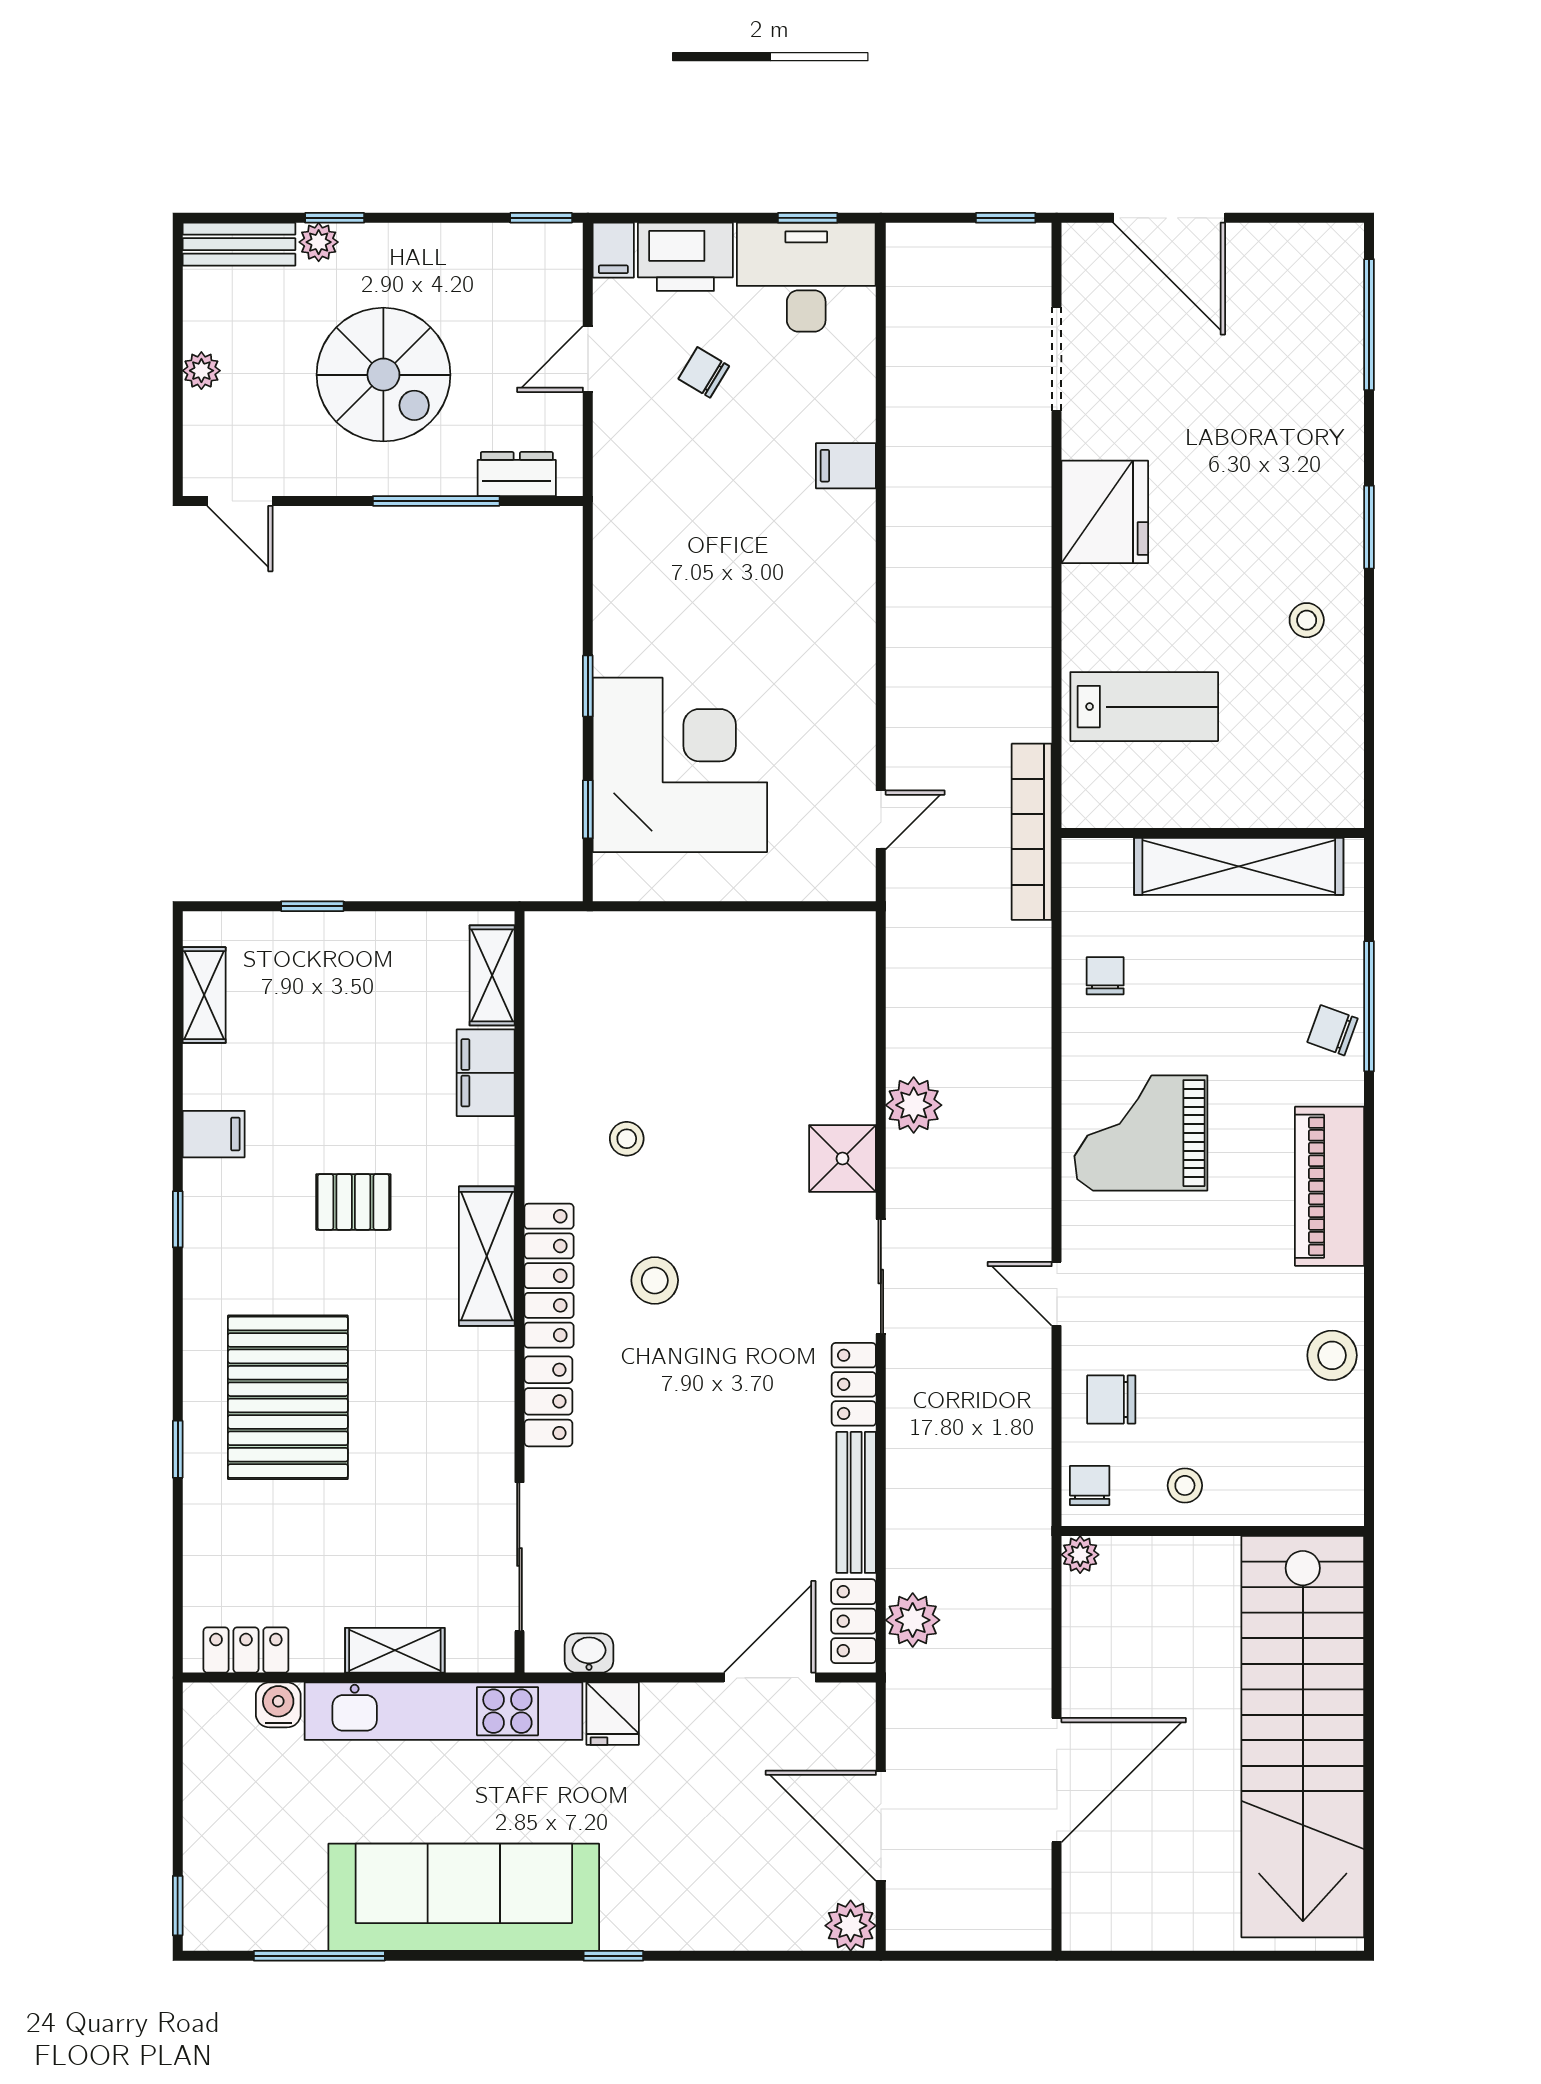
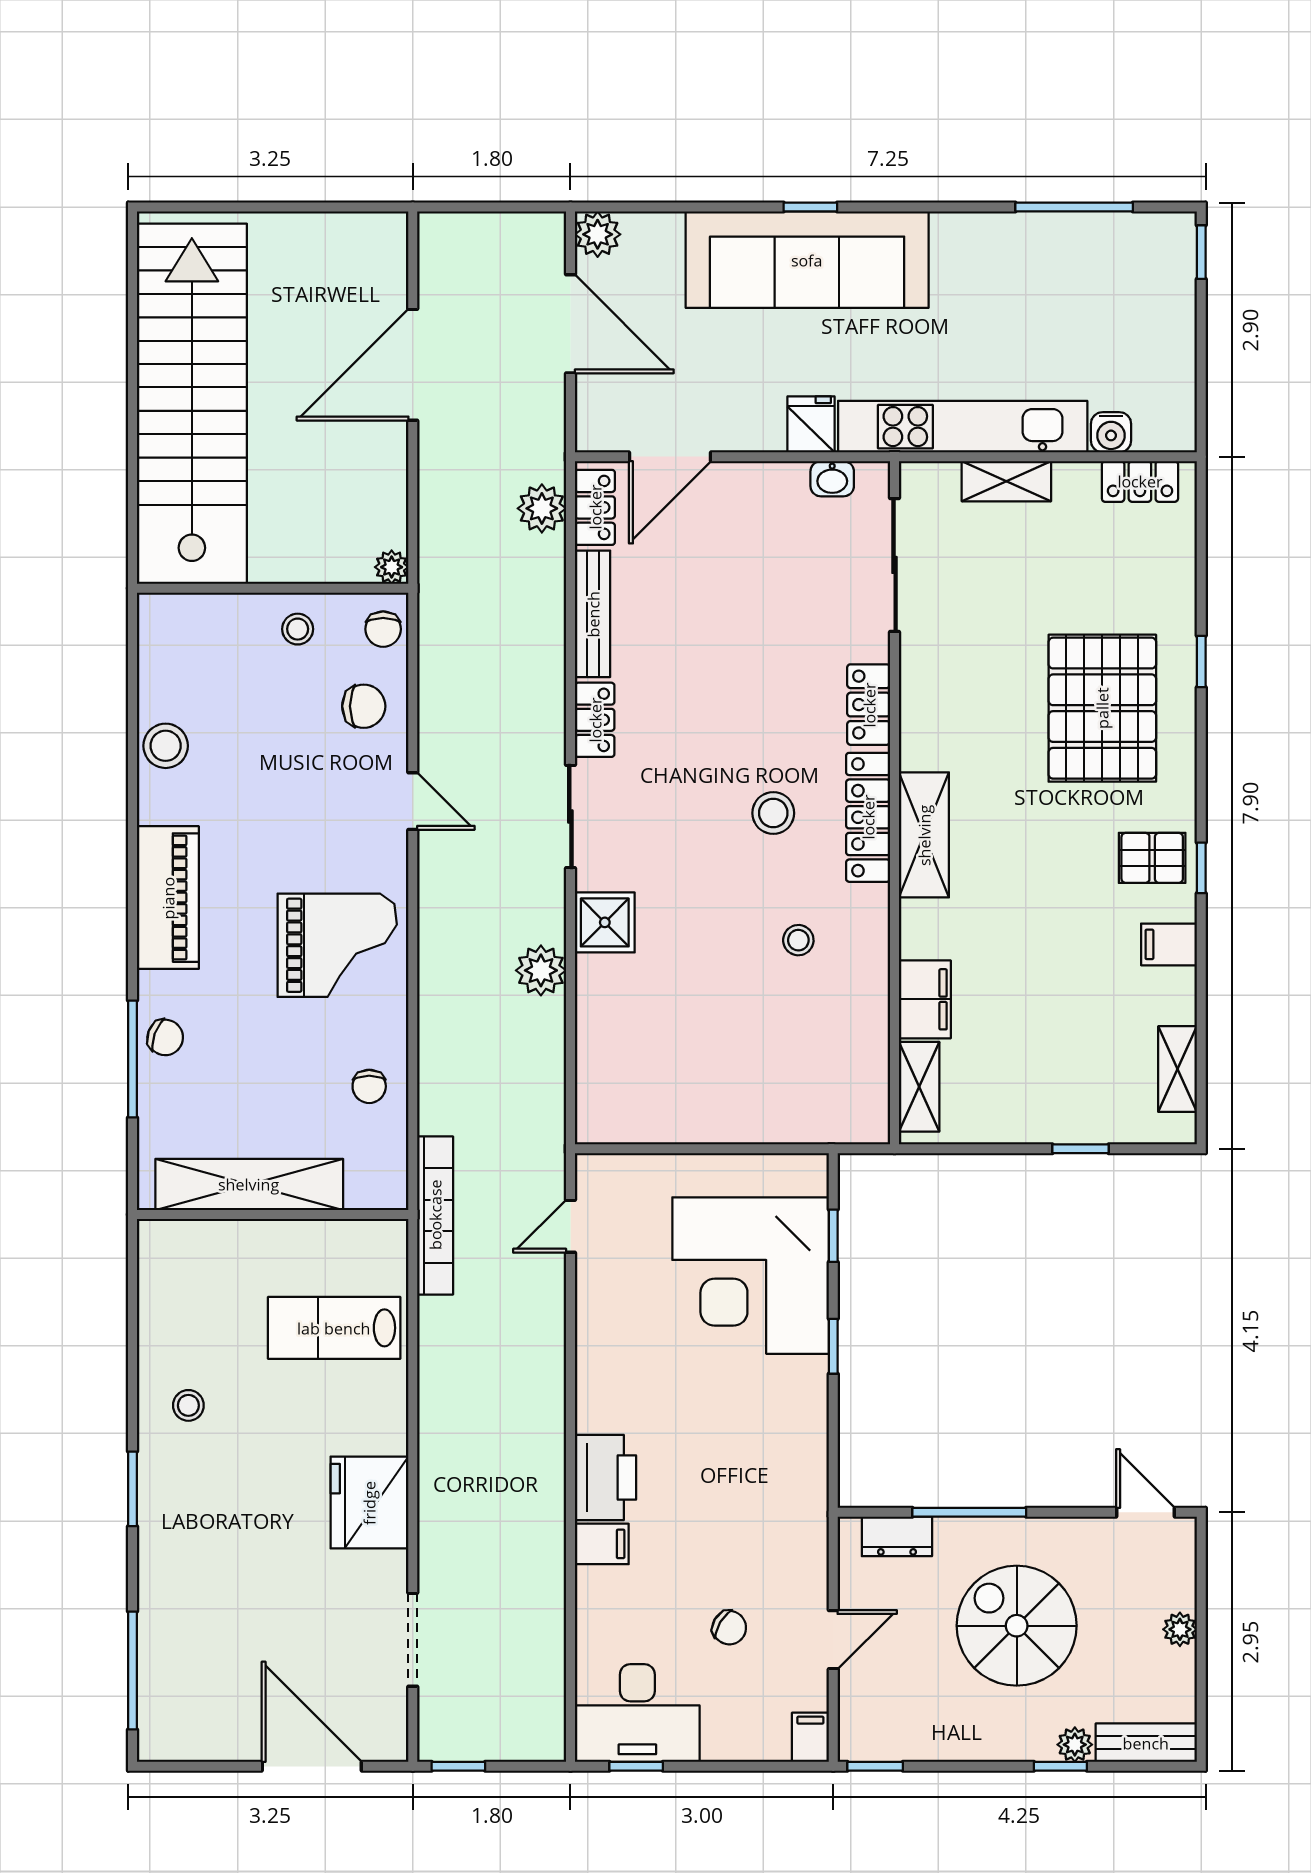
printer: (685, 257) -> (605, 1478), moved, turned 90
pallet: (353, 1202) -> (1152, 858), moved
sofa: (464, 1897) -> (807, 260), moved

